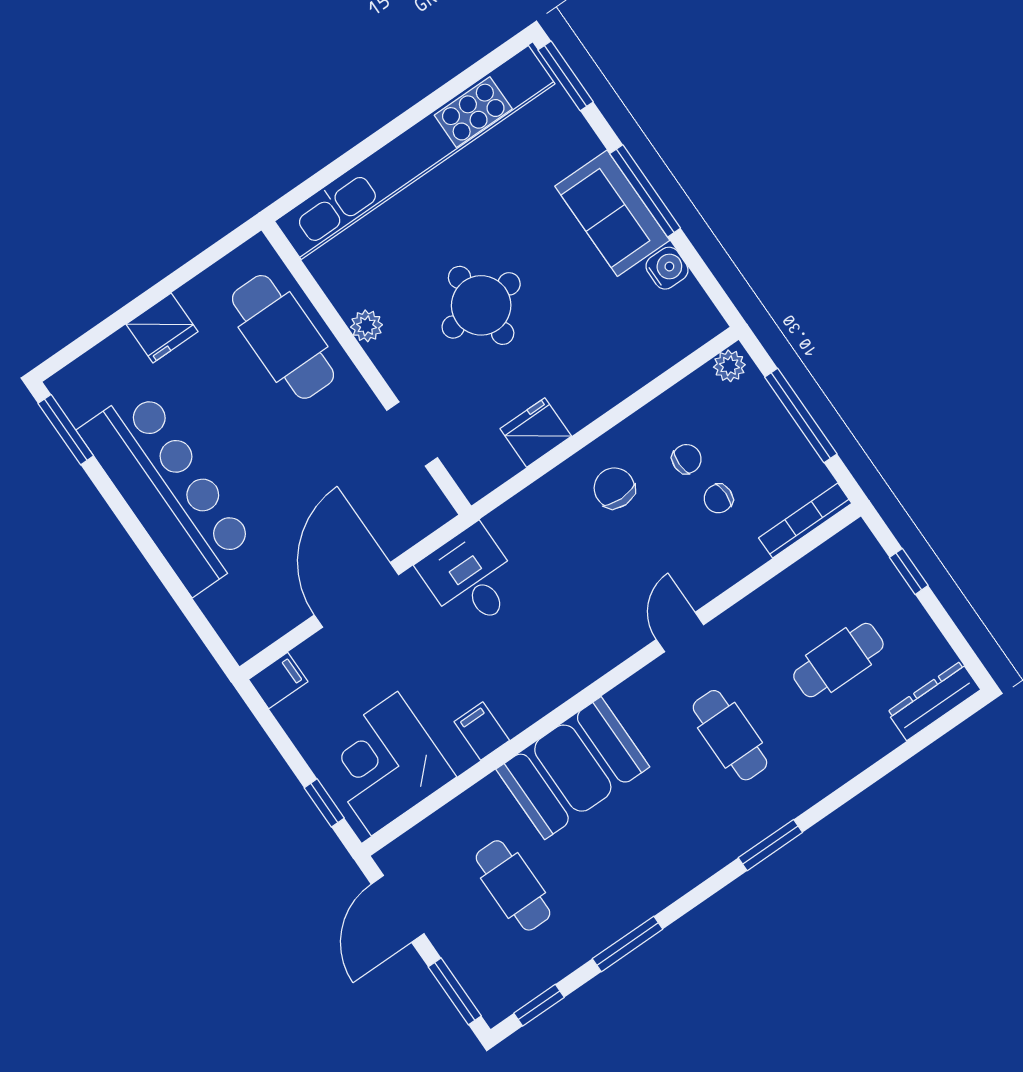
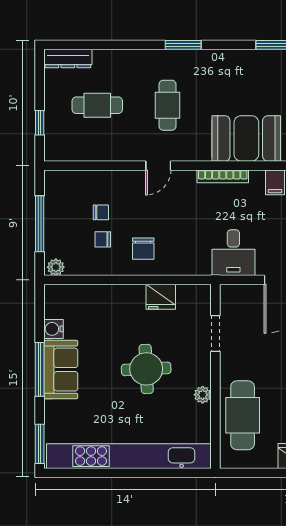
bookcase: (805, 521) -> (223, 176), moved

